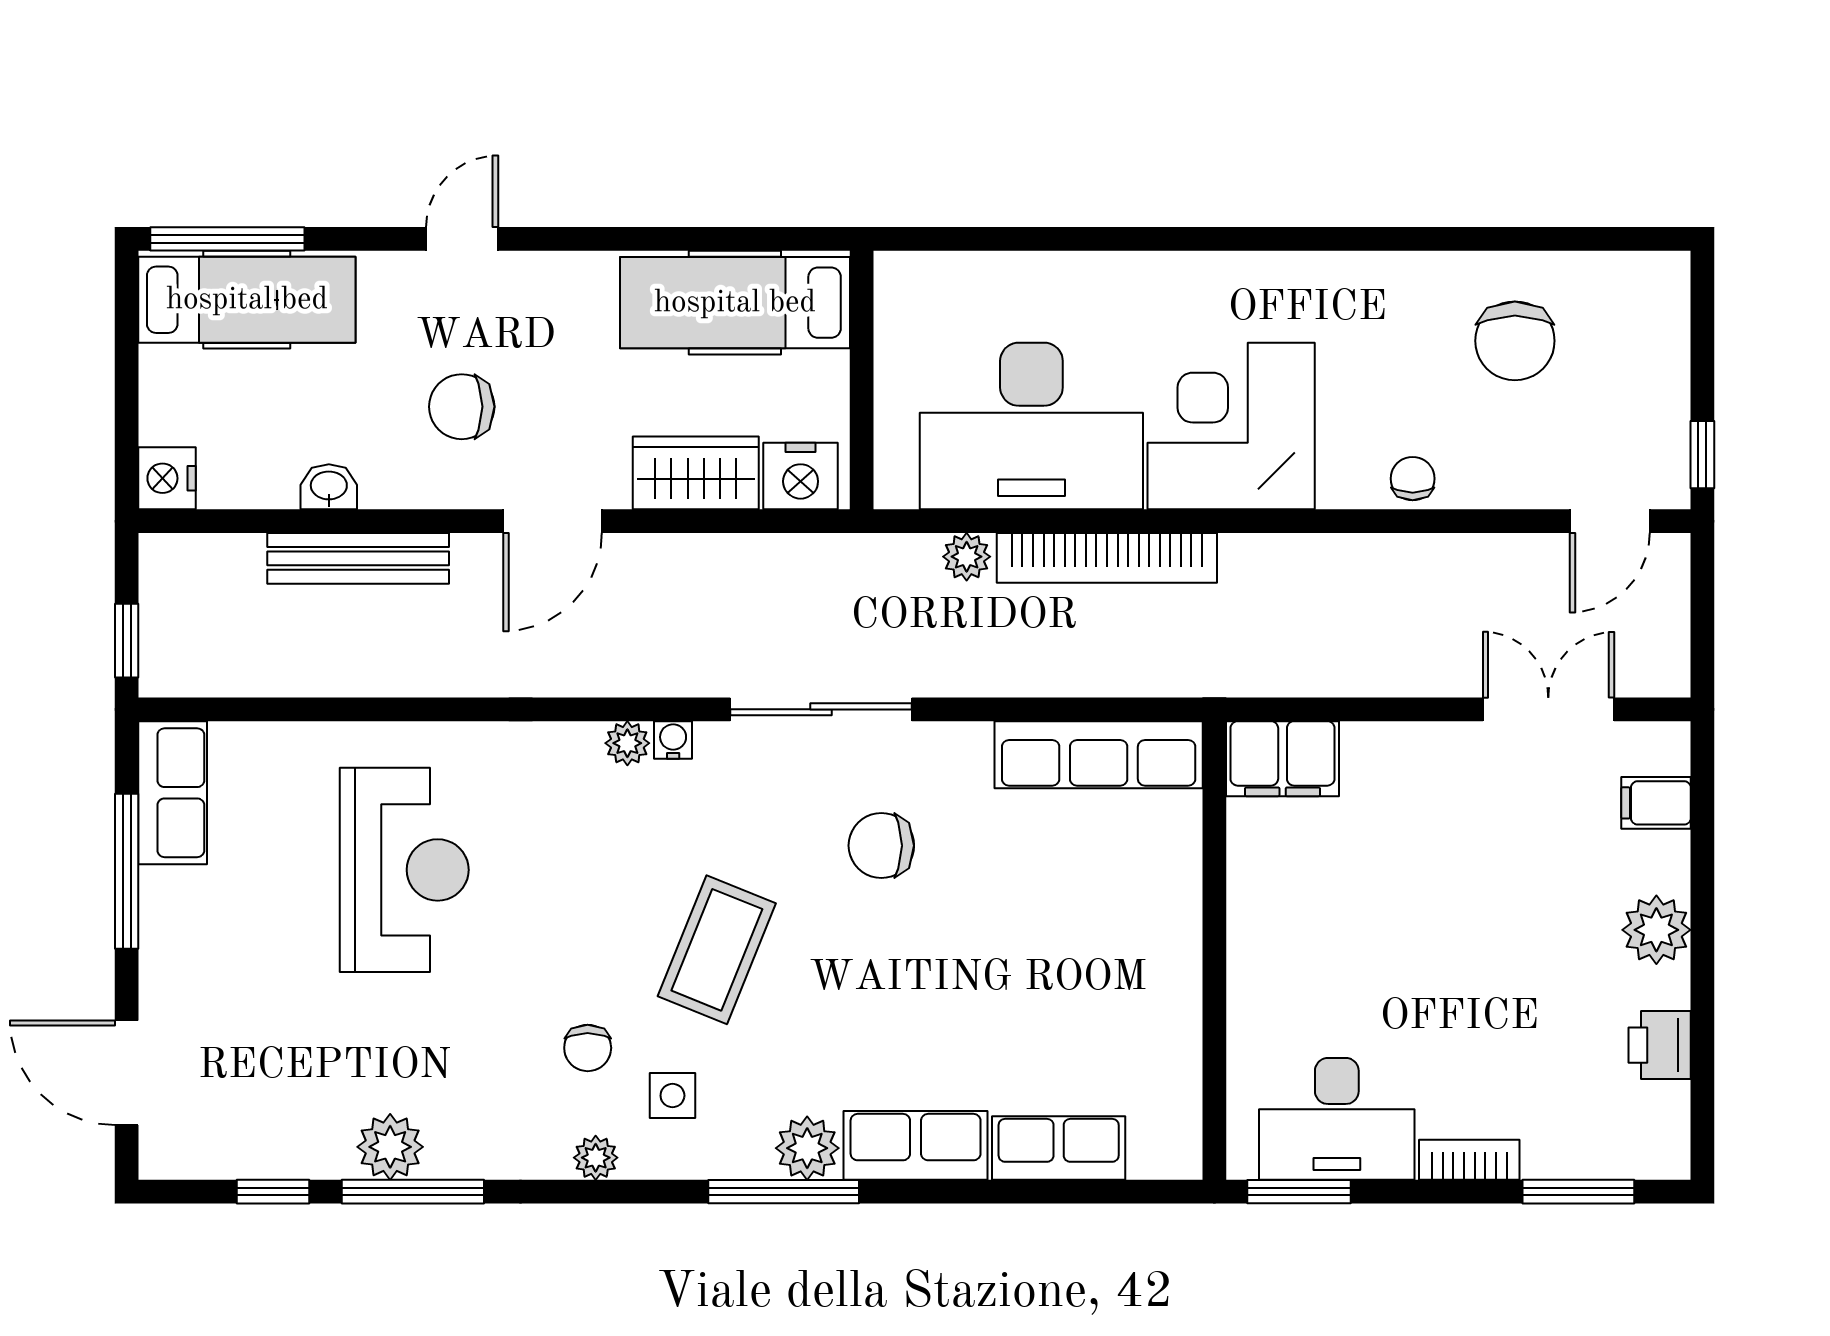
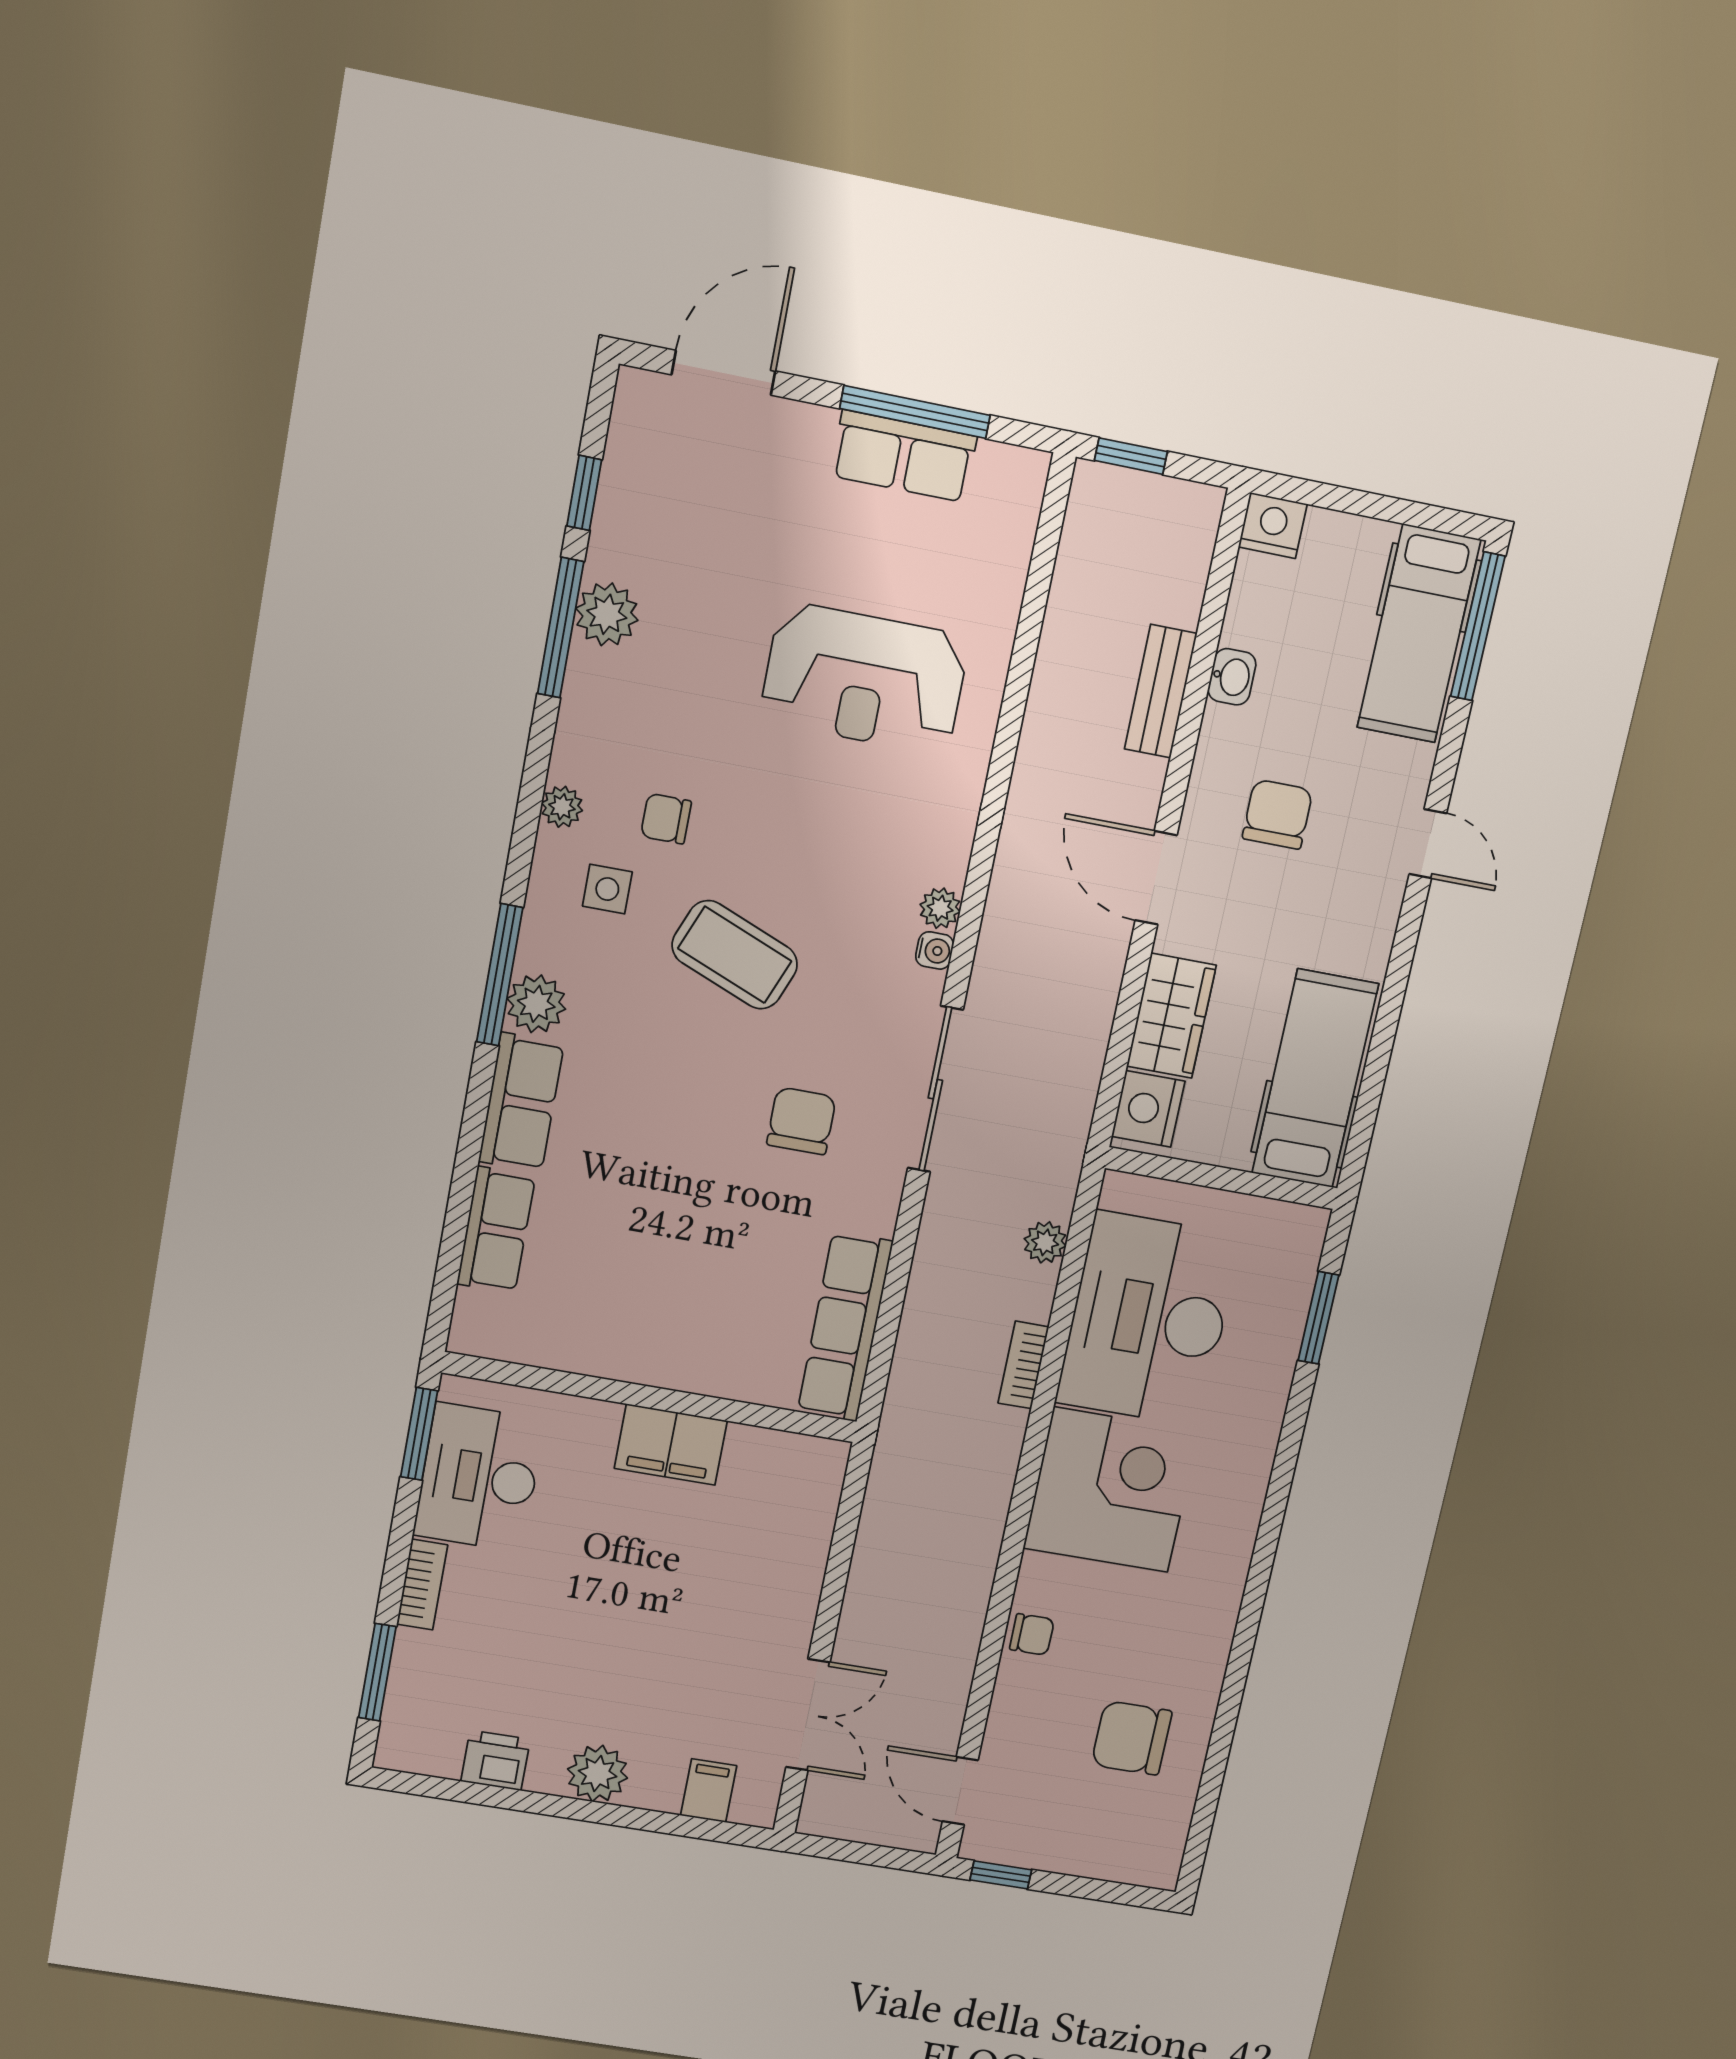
window: (997, 239) -> (1318, 1318), added
bench: (358, 558) -> (1161, 691), width x0.73
bookcase: (1107, 558) -> (1023, 1365), width x0.43, depth x0.76
filing cabinet: (1283, 759) -> (671, 1445), moved, turned -90
row of seats: (173, 793) -> (904, 456), moved

